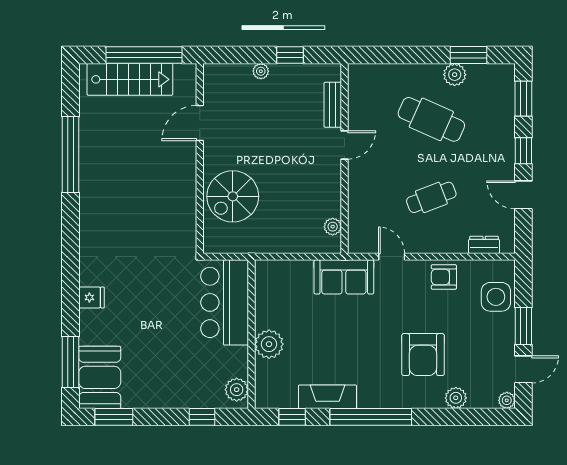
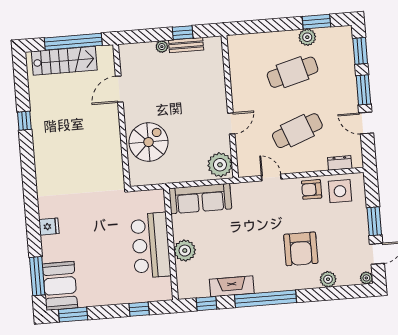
bench: (333, 105) -> (186, 45), moved, turned 90
cafe table: (431, 119) -> (293, 72), turned -39
door: (344, 145) -> (231, 123), moved
window: (523, 151) -> (363, 90), width x1.50
window: (71, 155) -> (24, 121), width x0.32
spiral stairs: (233, 196) -> (149, 142), turned 180
cafe table: (431, 197) -> (297, 131), width x1.37, depth x1.35
plant: (333, 227) -> (220, 165), width x1.87, depth x1.87
sofa: (344, 277) -> (200, 199), moved, width x1.36
side table: (496, 297) -> (340, 191), moved
bar counter: (225, 302) -> (151, 245), moved
plant: (237, 390) -> (163, 287), removed

